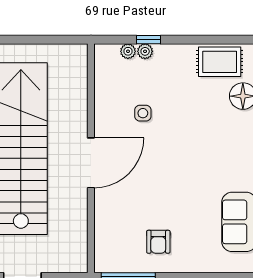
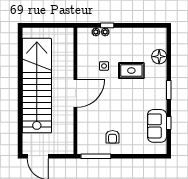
rug: (220, 62) -> (131, 71), moved

